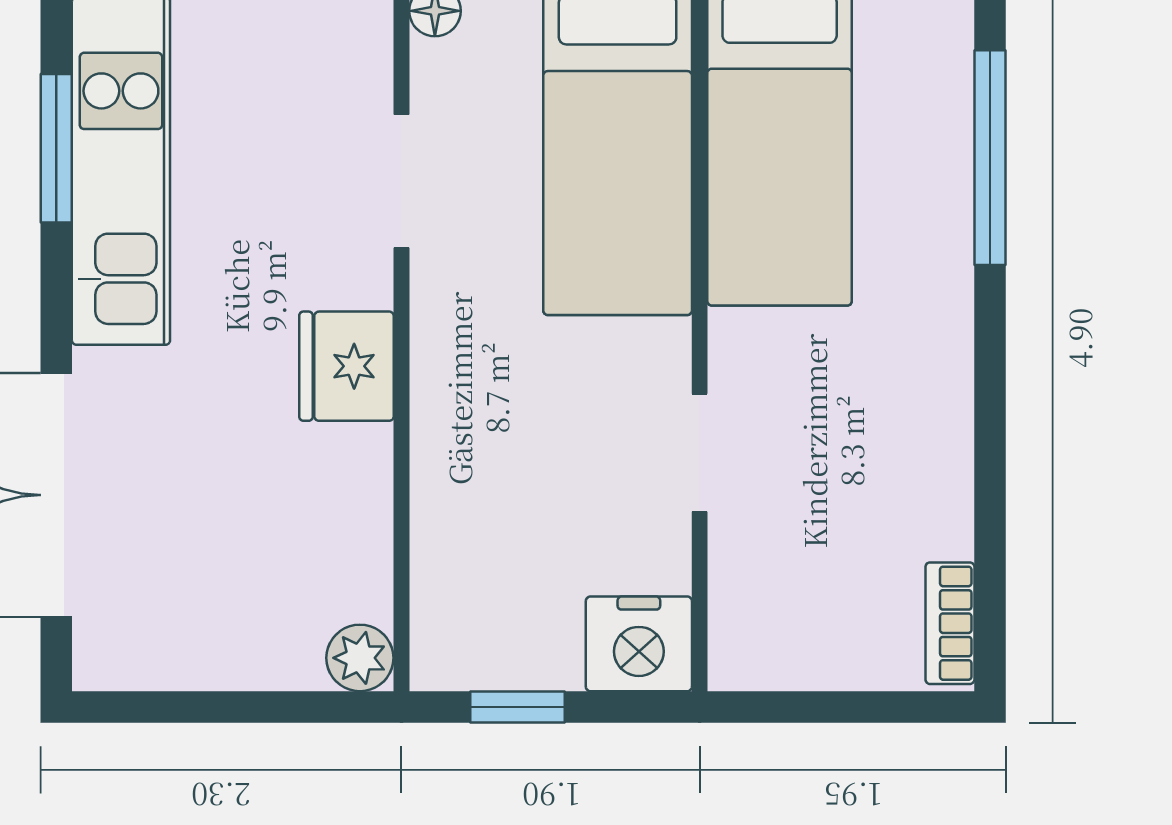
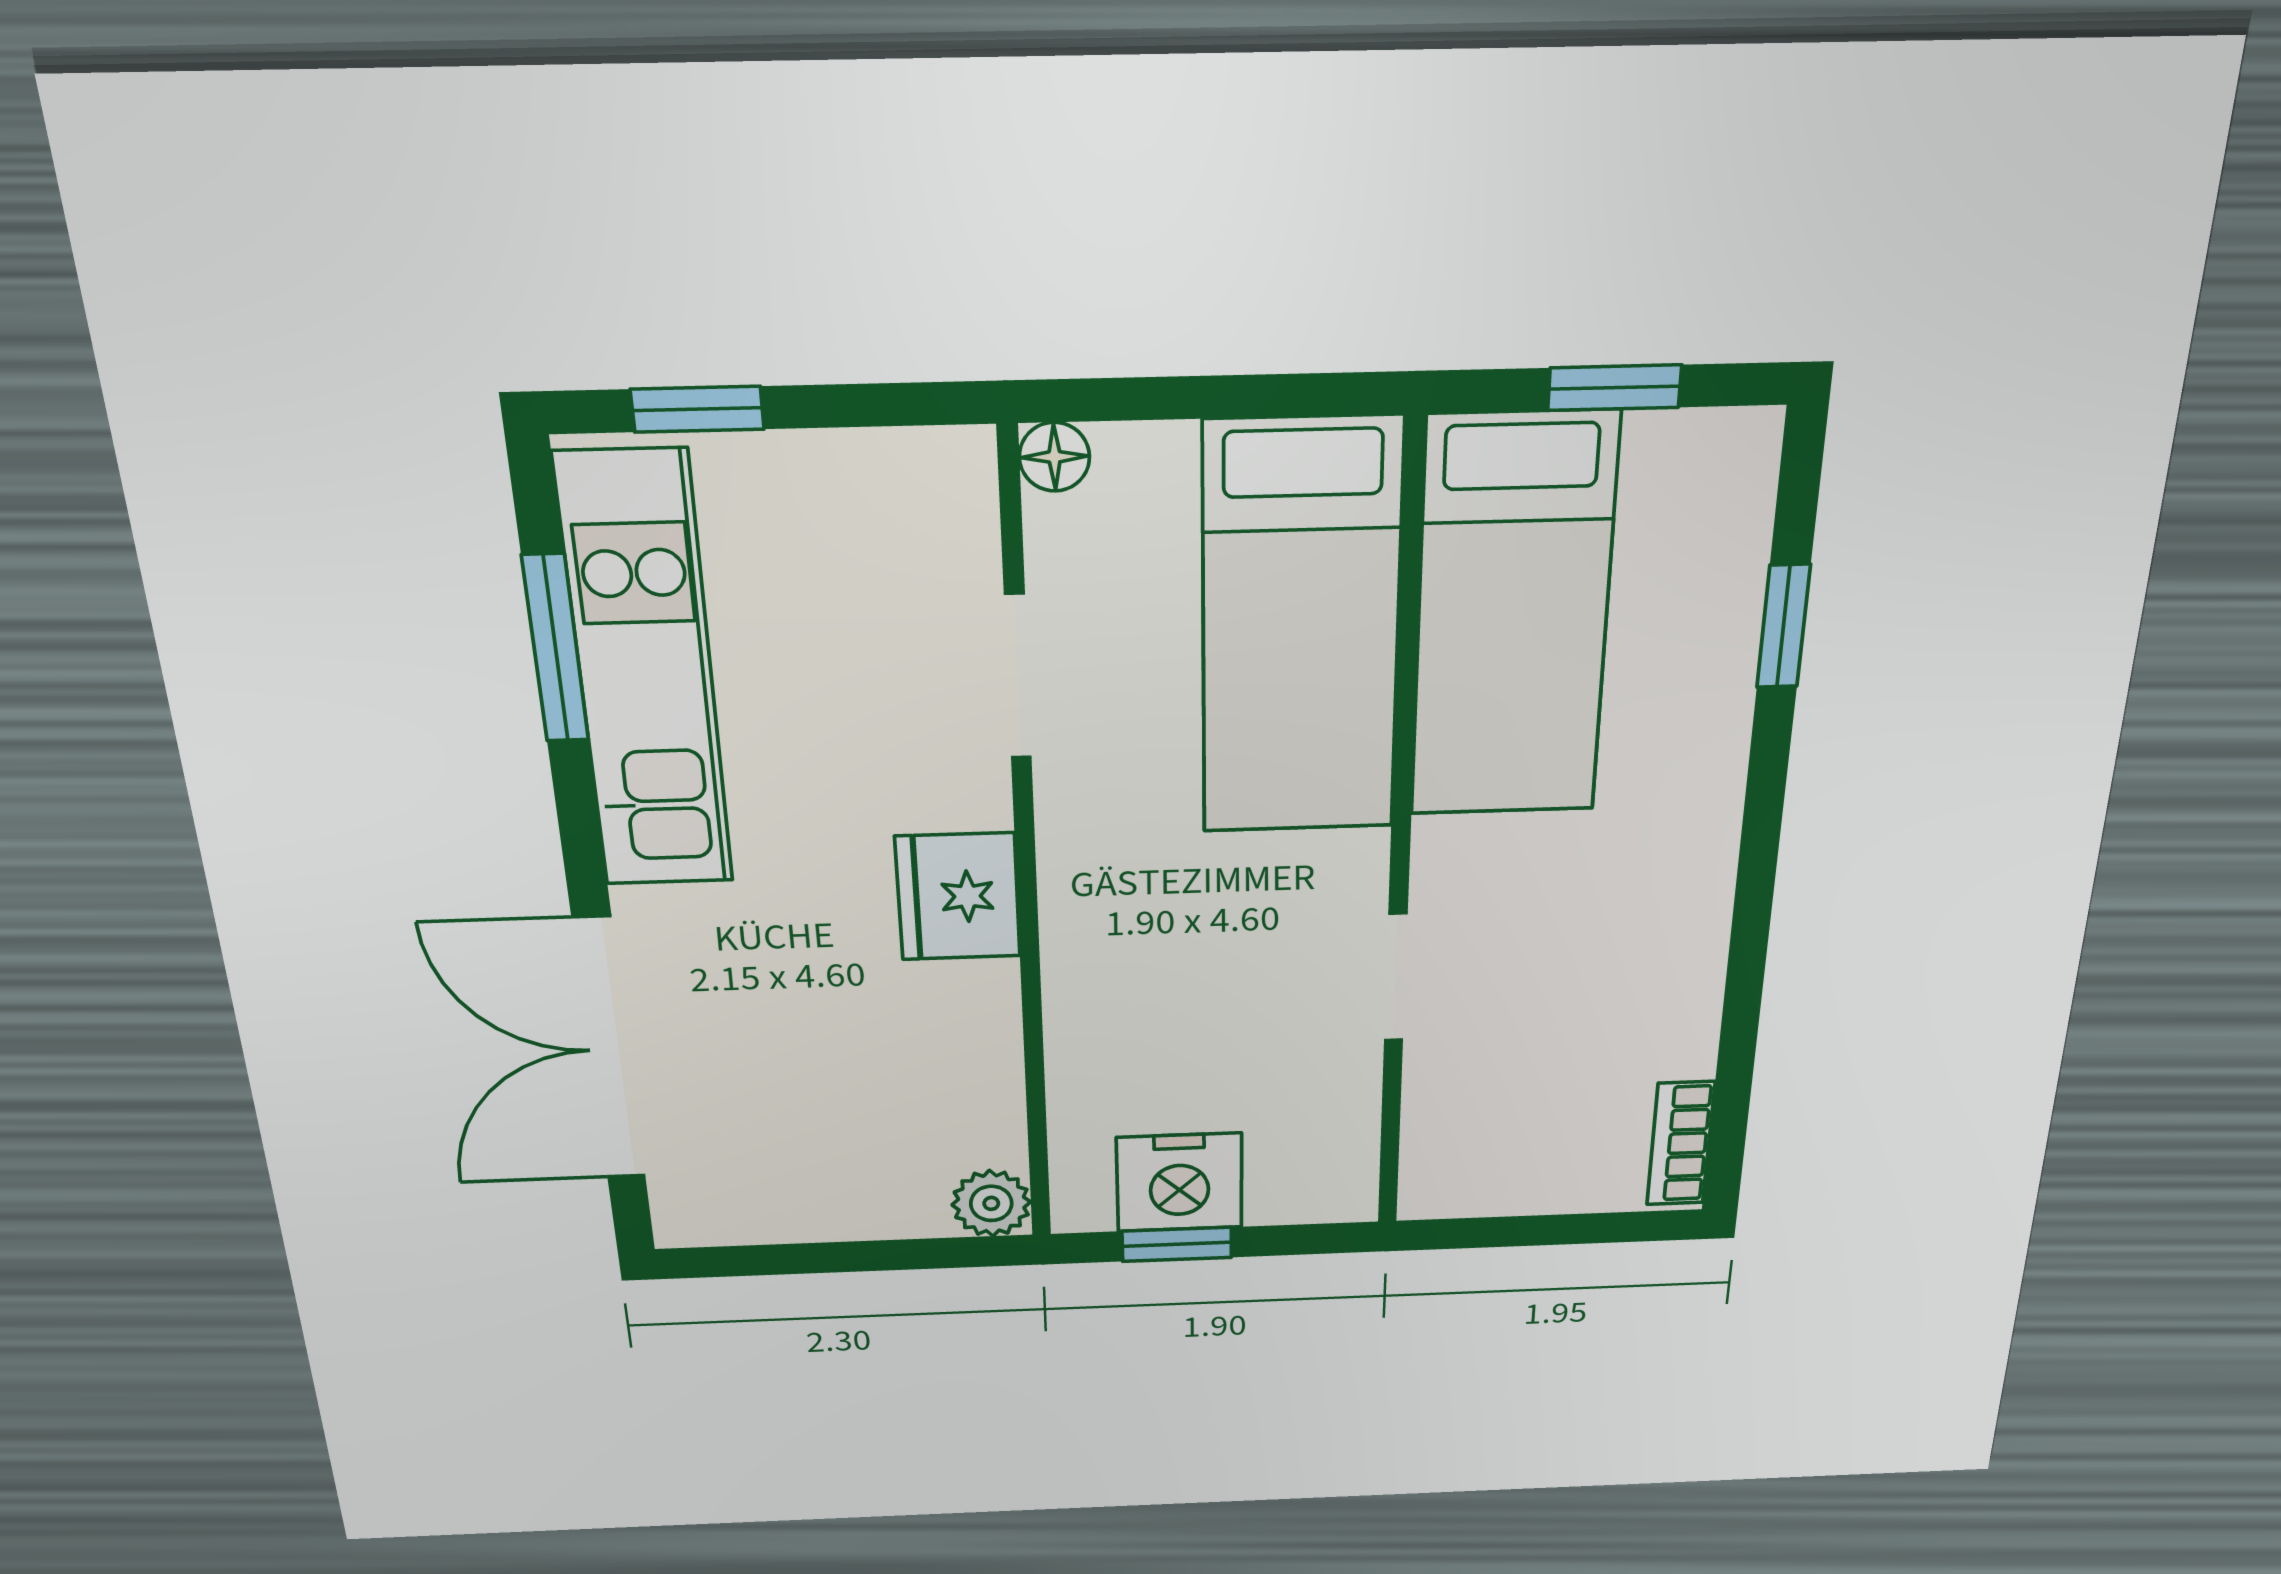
window: (990, 158) -> (1783, 626), width x0.46
nightstand: (639, 644) -> (1179, 1182), moved

